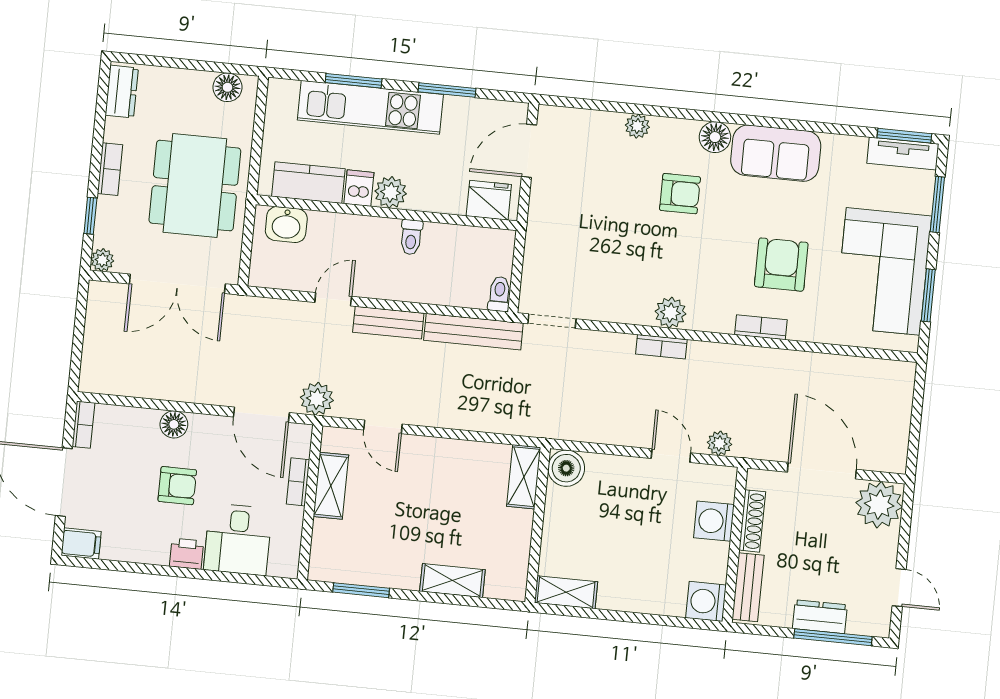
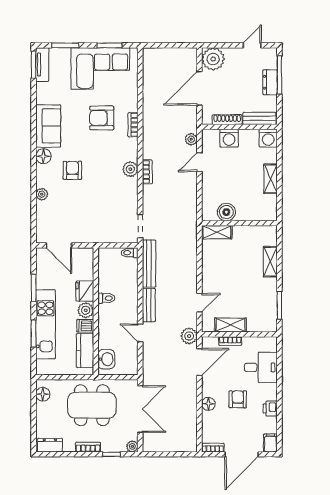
fridge: (489, 200) -> (85, 291), moved
boiler: (566, 468) -> (226, 212), moved
printer: (187, 554) -> (270, 409), moved
shelving: (566, 592) -> (271, 179), moved

